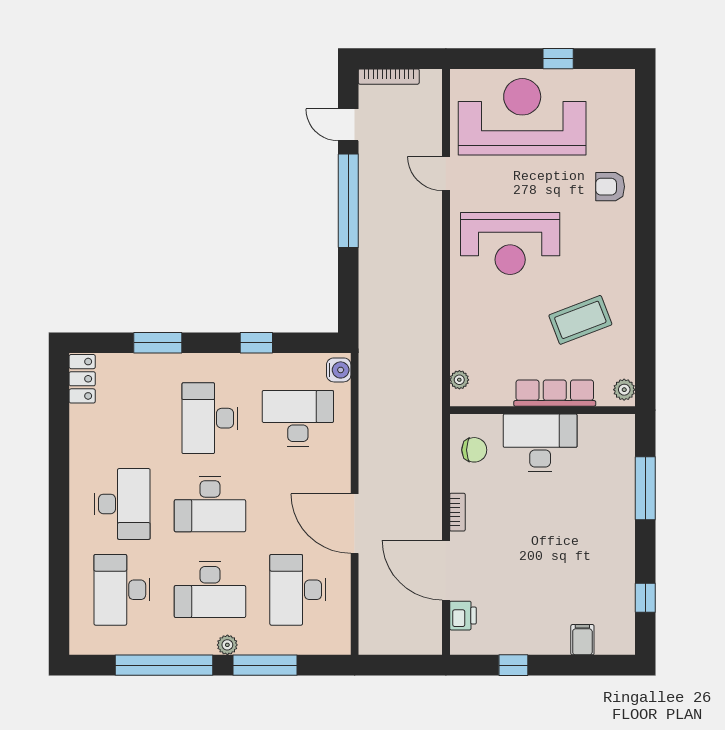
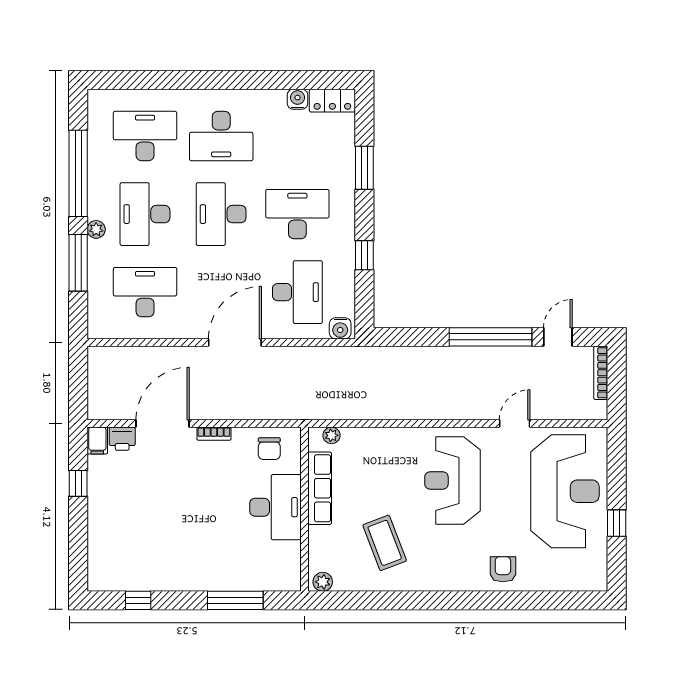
row of seats: (555, 393) -> (320, 488), moved
water cooler: (81, 418) -> (298, 99), added
door: (355, 524) -> (235, 342), moved
filing cabinet: (582, 640) -> (97, 441), moved, turned 90

